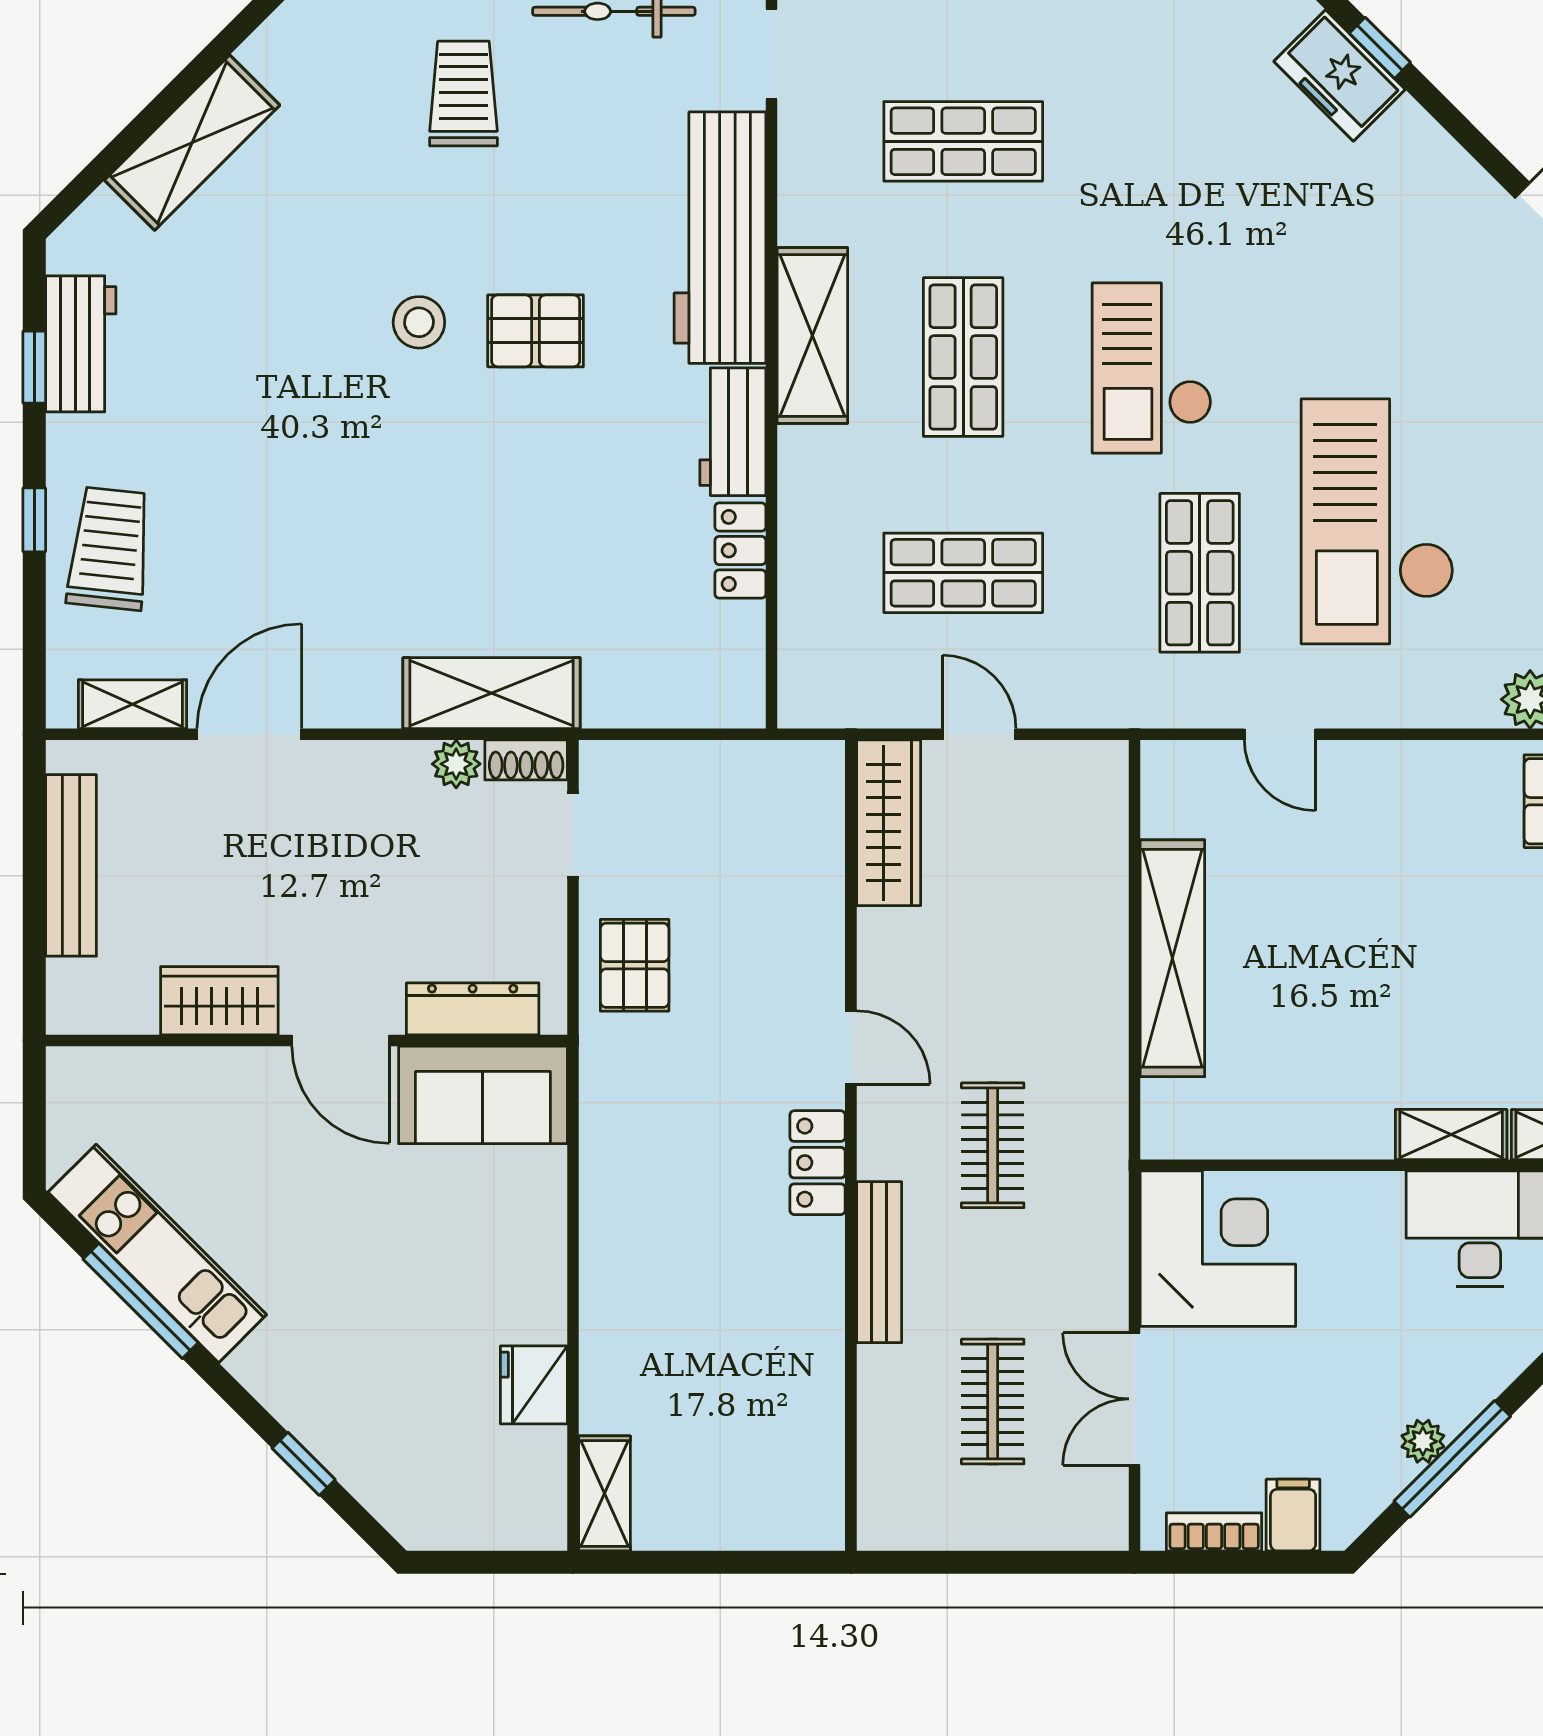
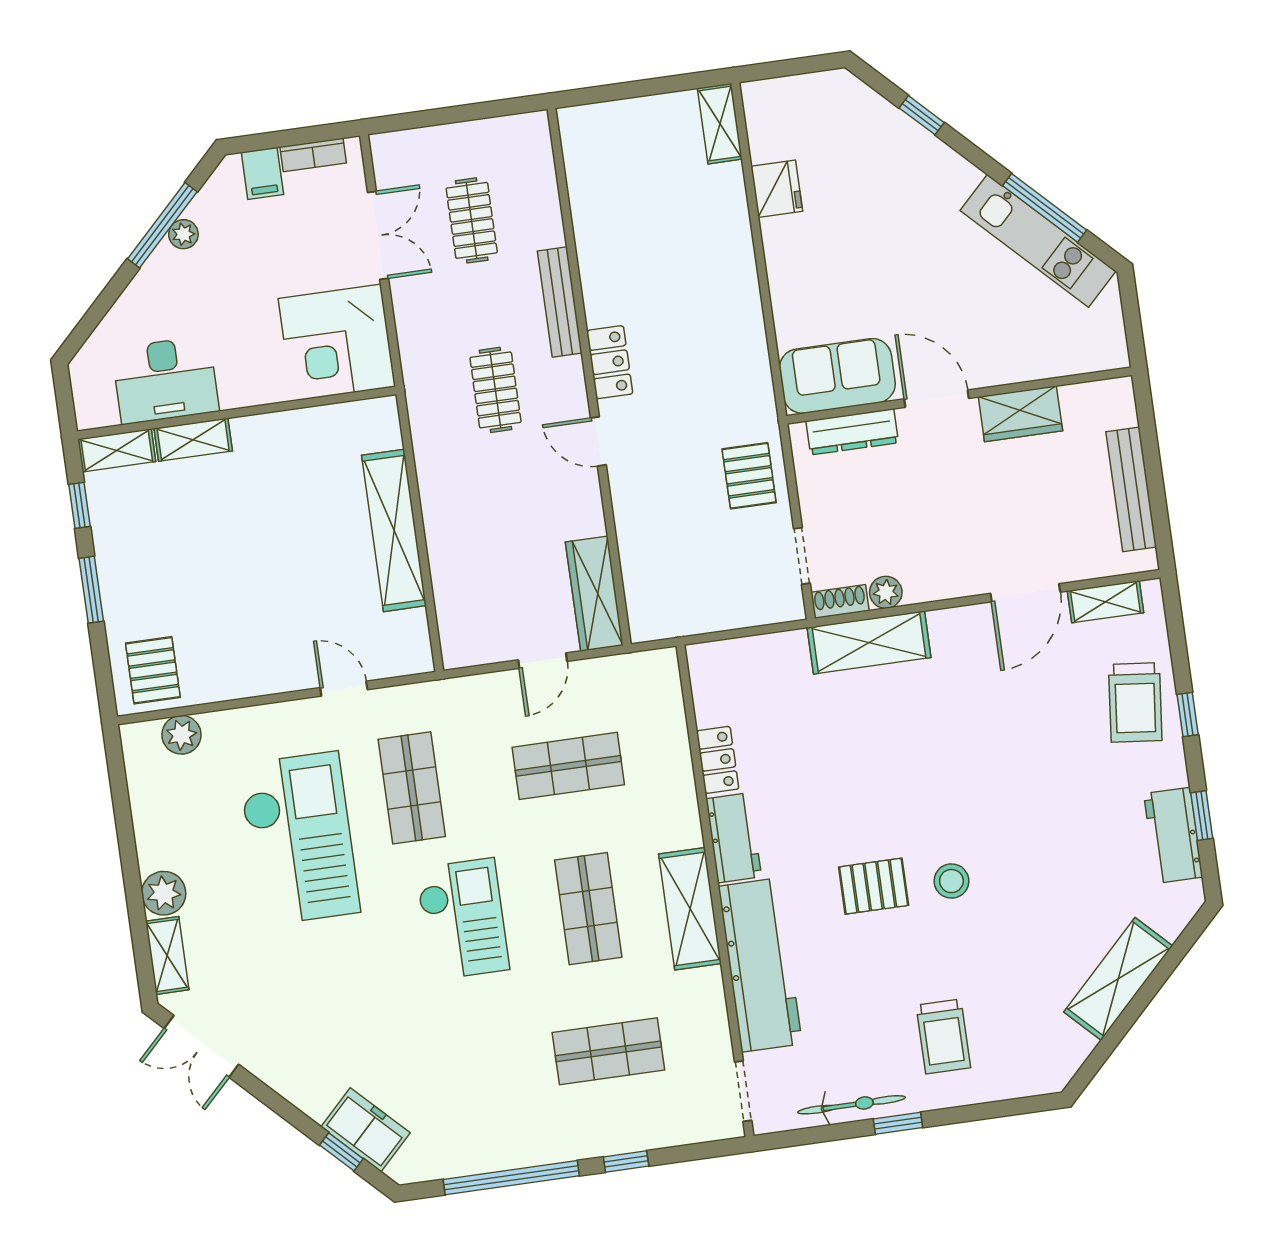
door: (979, 734) -> (543, 661), hinge flipped

